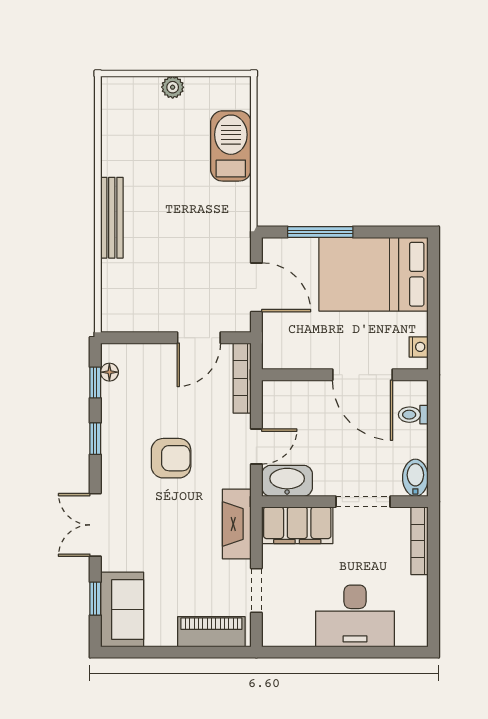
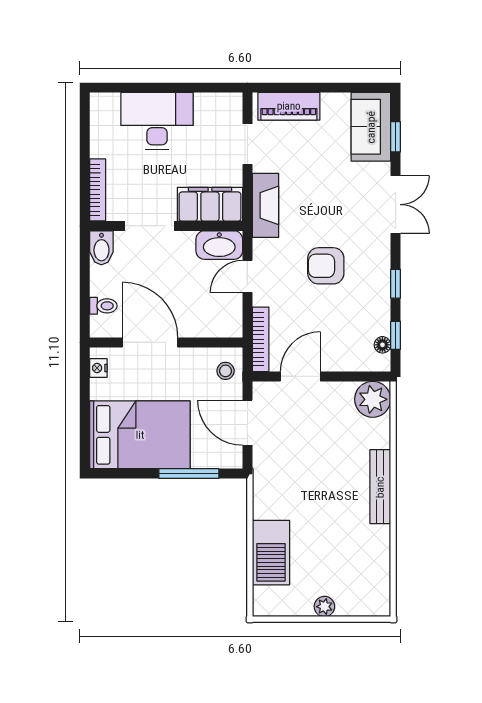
plant: (120, 313) -> (373, 399), added
stool: (280, 344) -> (226, 371), added

